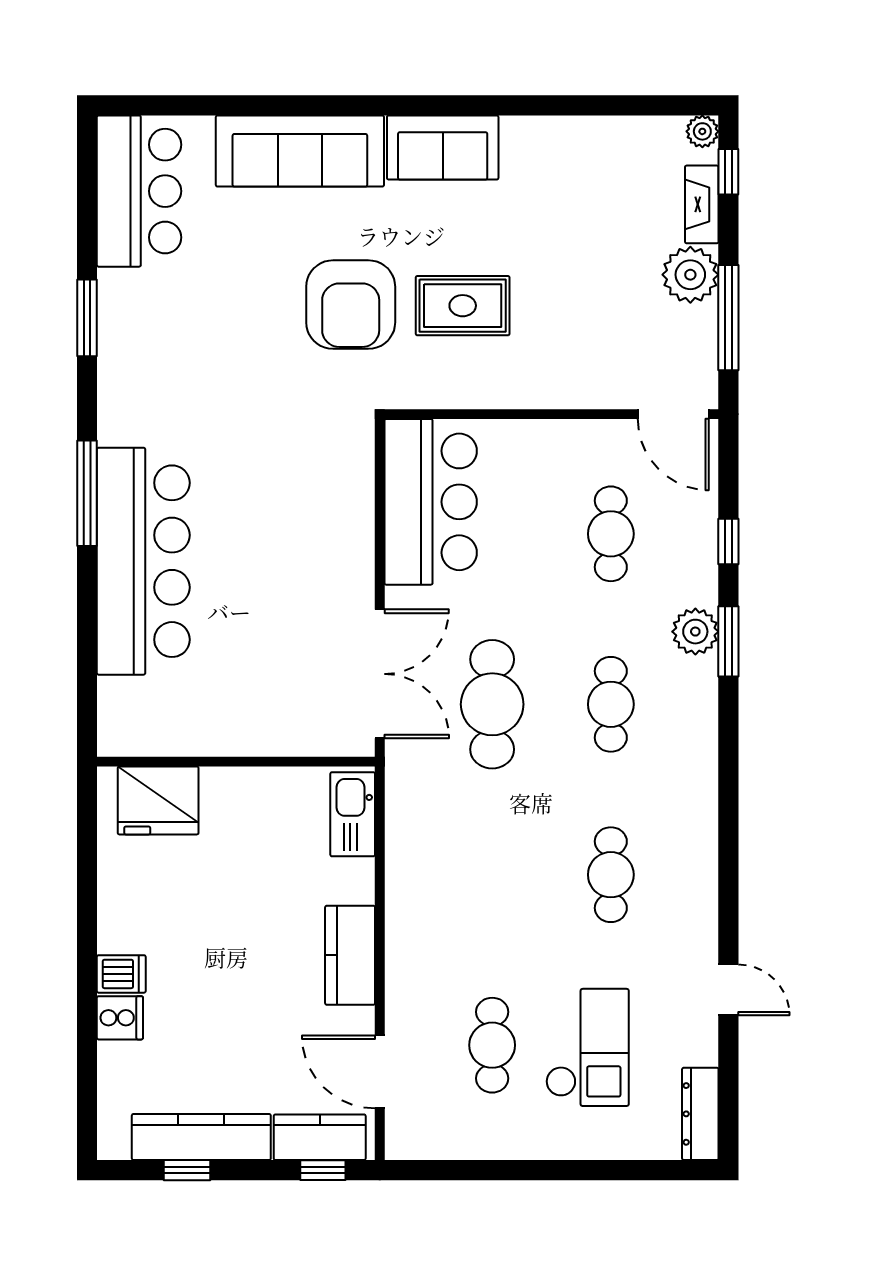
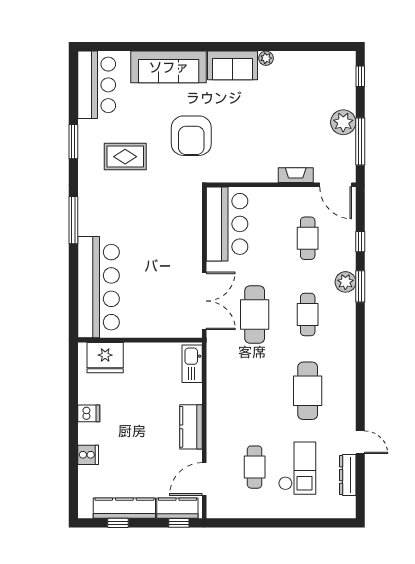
plant: (702, 131) -> (266, 58), moved
fireplace: (702, 204) -> (296, 175), moved, turned 90
rug: (463, 306) -> (125, 157), moved
bar counter: (143, 561) -> (98, 287), moved
cafe table: (611, 875) -> (308, 391), width x1.37, depth x1.35
dishwasher: (121, 974) -> (89, 413), moved
door: (380, 1072) -> (204, 479), hinge flipped
dresser: (700, 1114) -> (348, 475), moved

